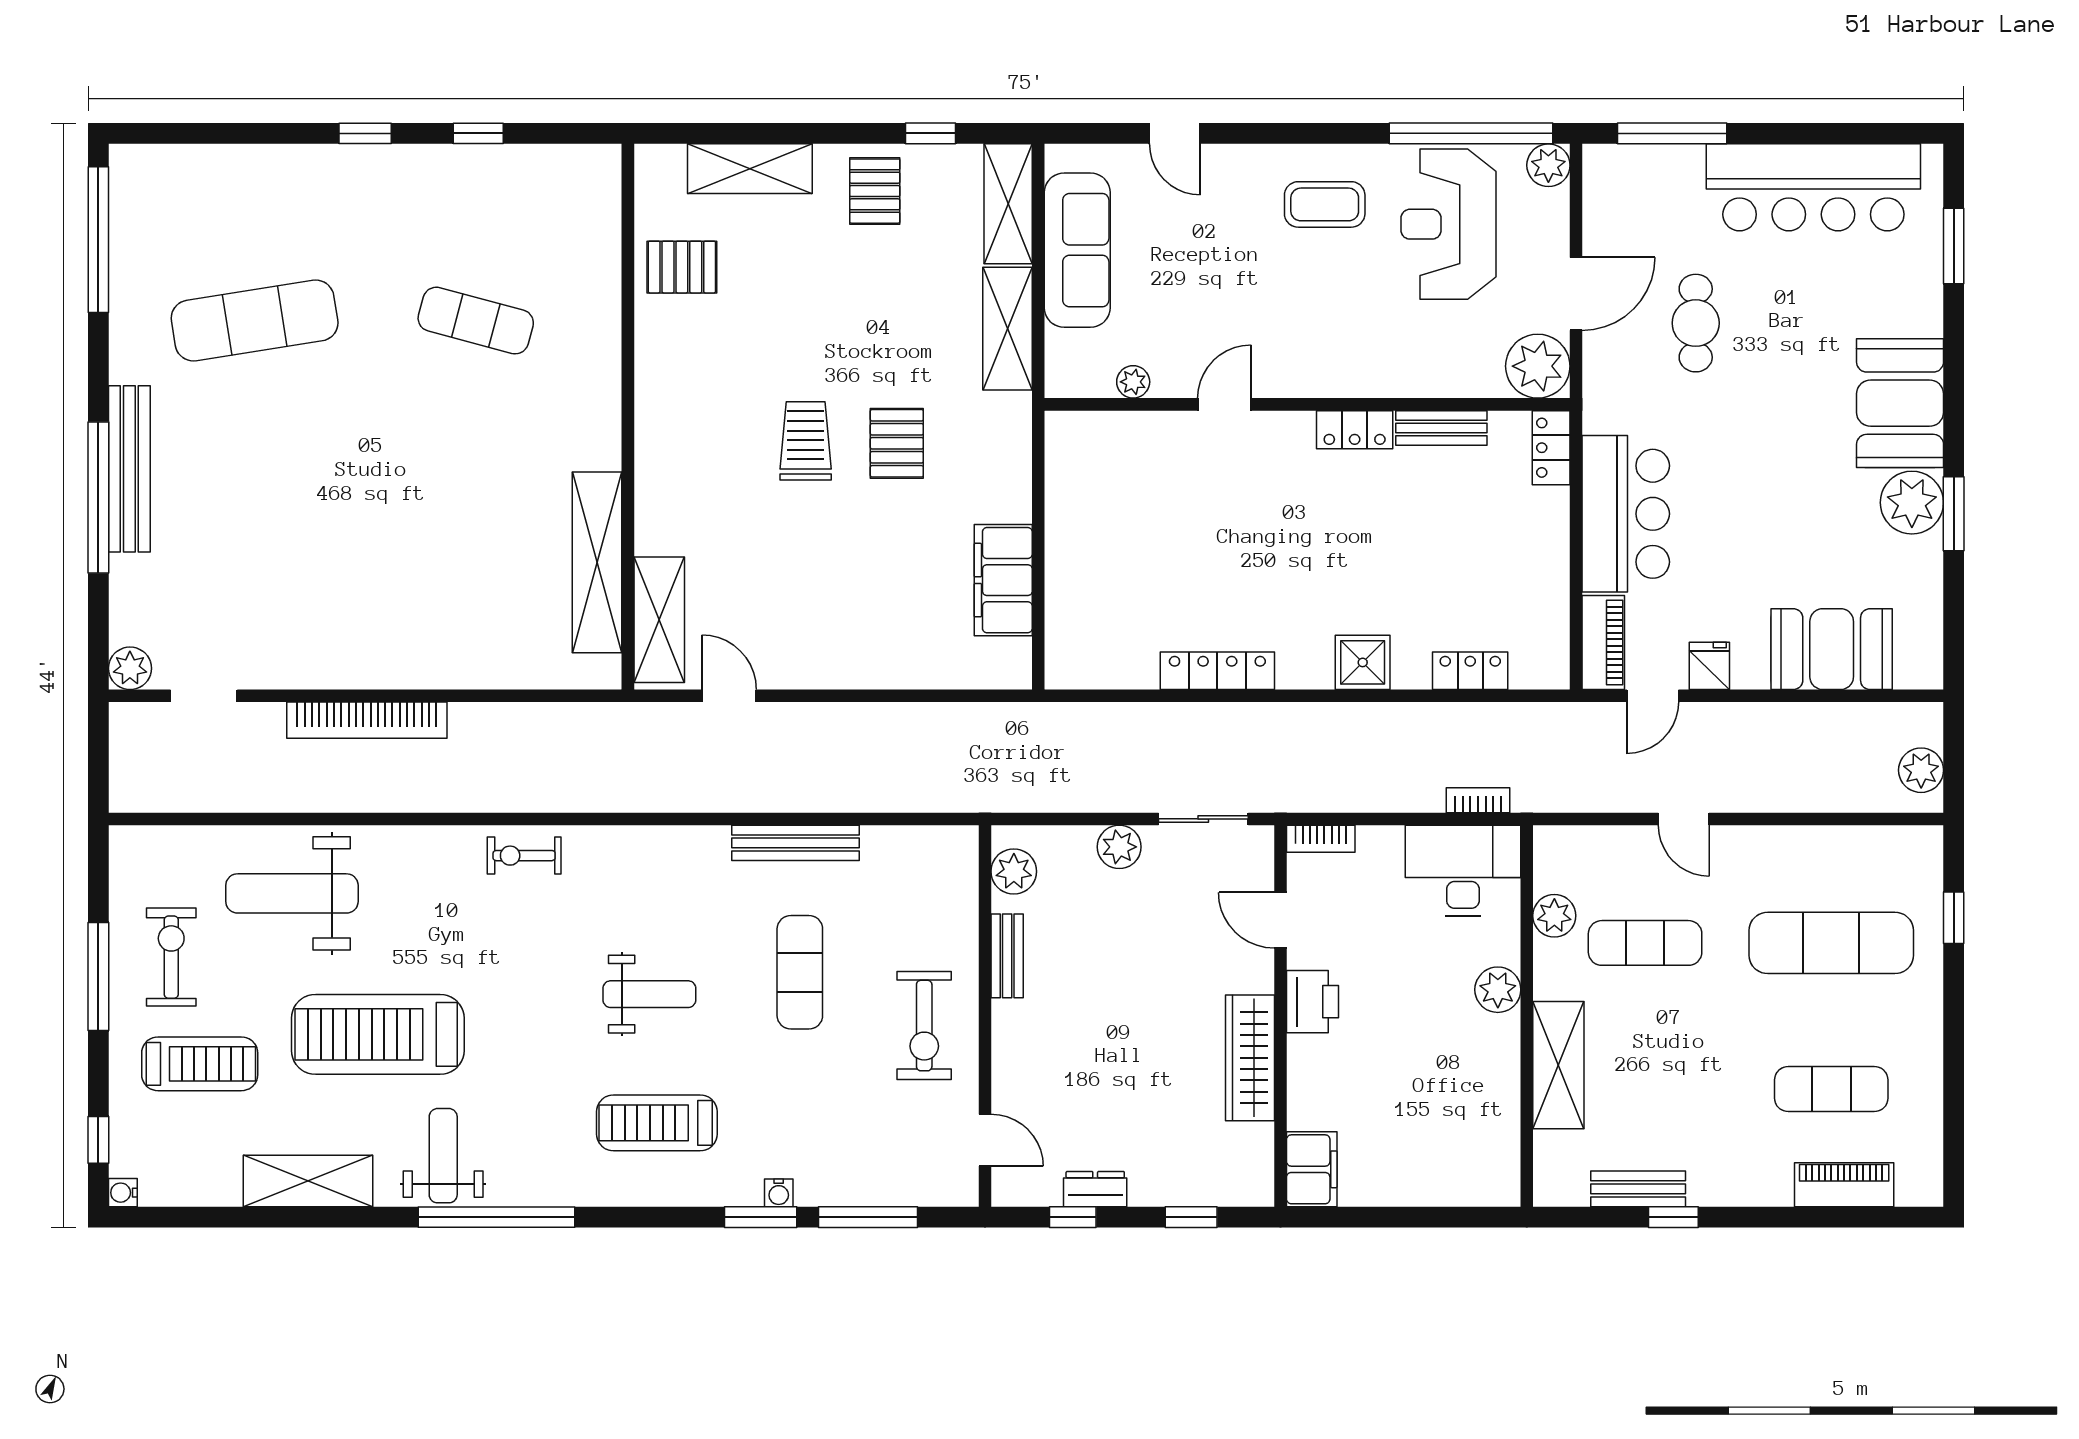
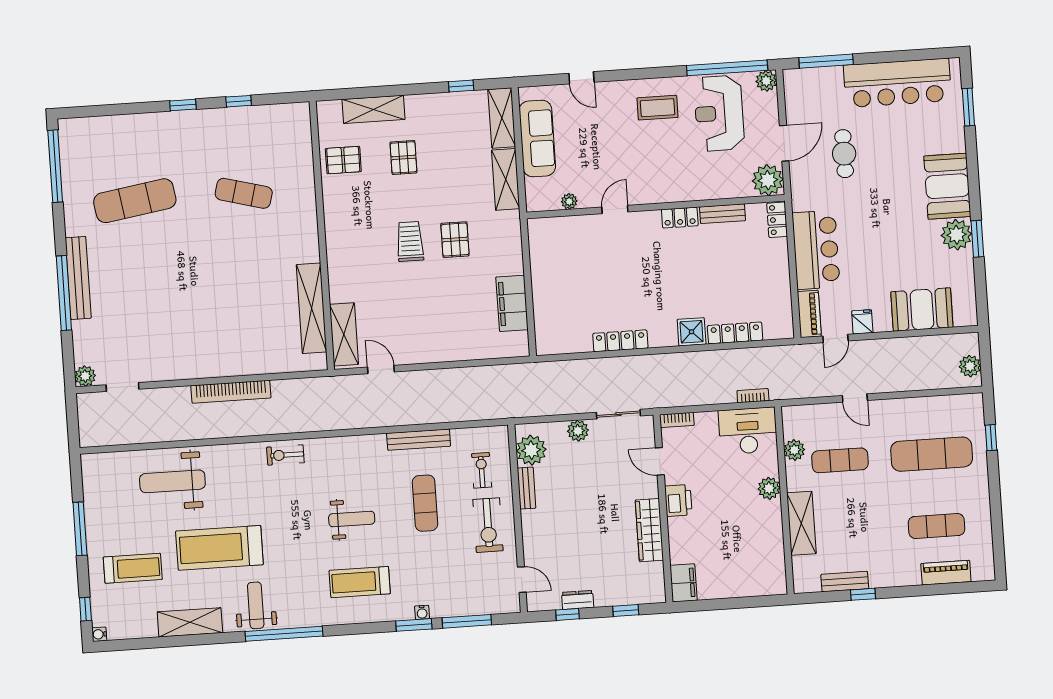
pallet: (875, 191) -> (403, 157), moved
locker: (1470, 671) -> (735, 333), width x1.53
bookcase: (367, 720) -> (231, 392), moved
plant: (1014, 871) -> (531, 450), width x1.36, depth x1.36
exercise bike: (171, 957) -> (482, 470), moved, width x0.73, depth x0.72

